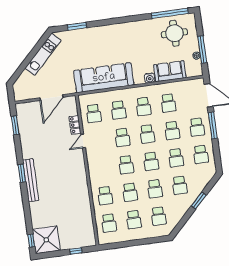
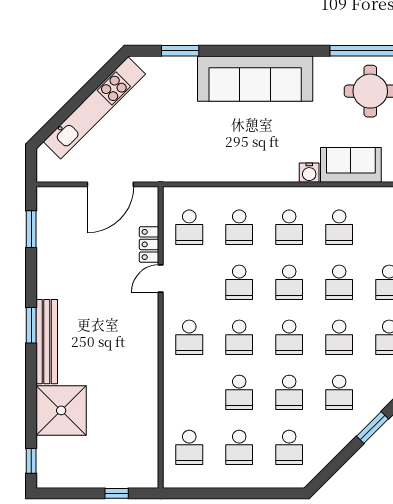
kitchen unit: (43, 54) -> (94, 108), width x1.36
sofa: (104, 78) -> (255, 79), moved, turned 180
school desk: (105, 196) -> (189, 337), moved
shower: (46, 240) -> (61, 410), moved

